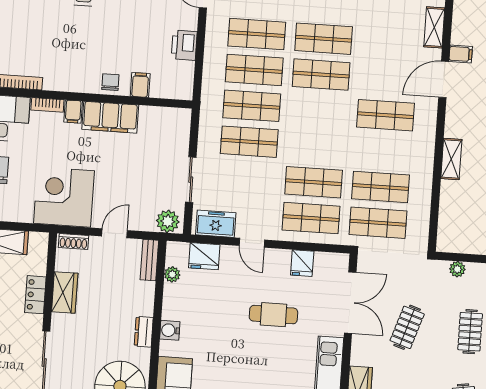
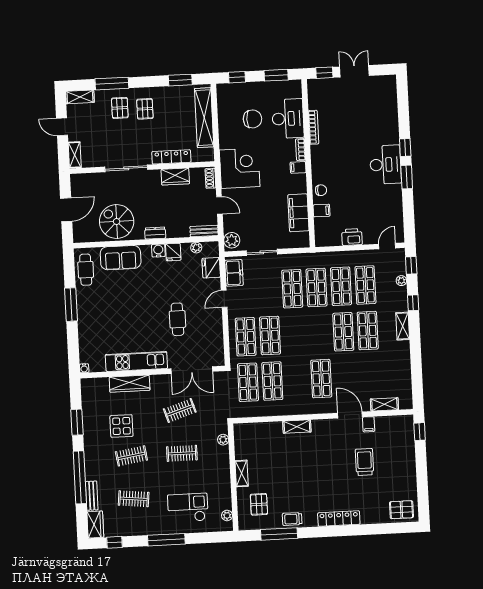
filing cabinet: (110, 117) -> (298, 213), moved
fridge: (302, 263) -> (173, 252), moved, turned -90
locker: (35, 295) -> (171, 157), width x1.53
clothes rail: (407, 327) -> (180, 410), turned -36

